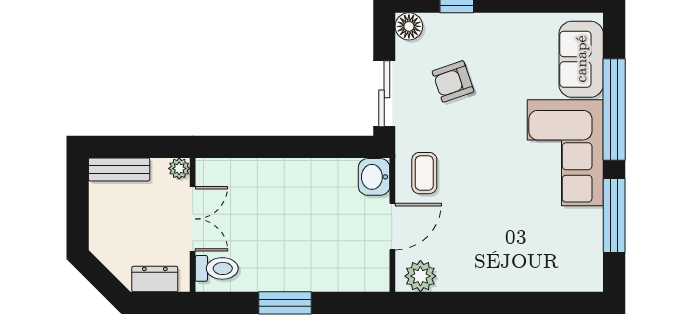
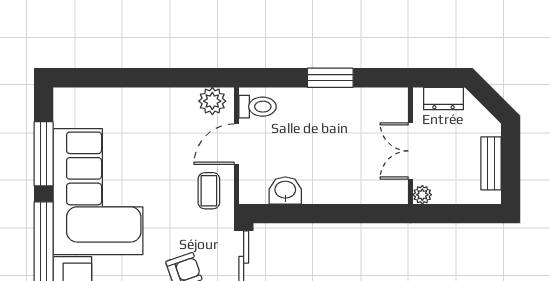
corner sofa: (565, 153) -> (98, 192), width x1.36, depth x1.36
bench: (119, 169) -> (491, 163), moved, turned 90
washbasin: (374, 177) -> (285, 190), moved, turned -90
toilet: (217, 268) -> (258, 107), moved, turned 180

